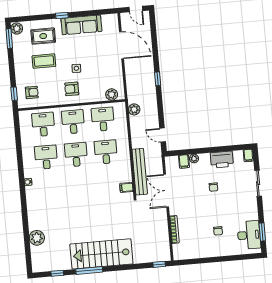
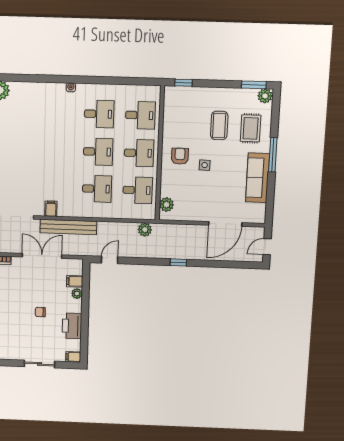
window: (62, 15) -> (273, 155), width x2.17
armchair: (32, 92) -> (182, 105), removed

